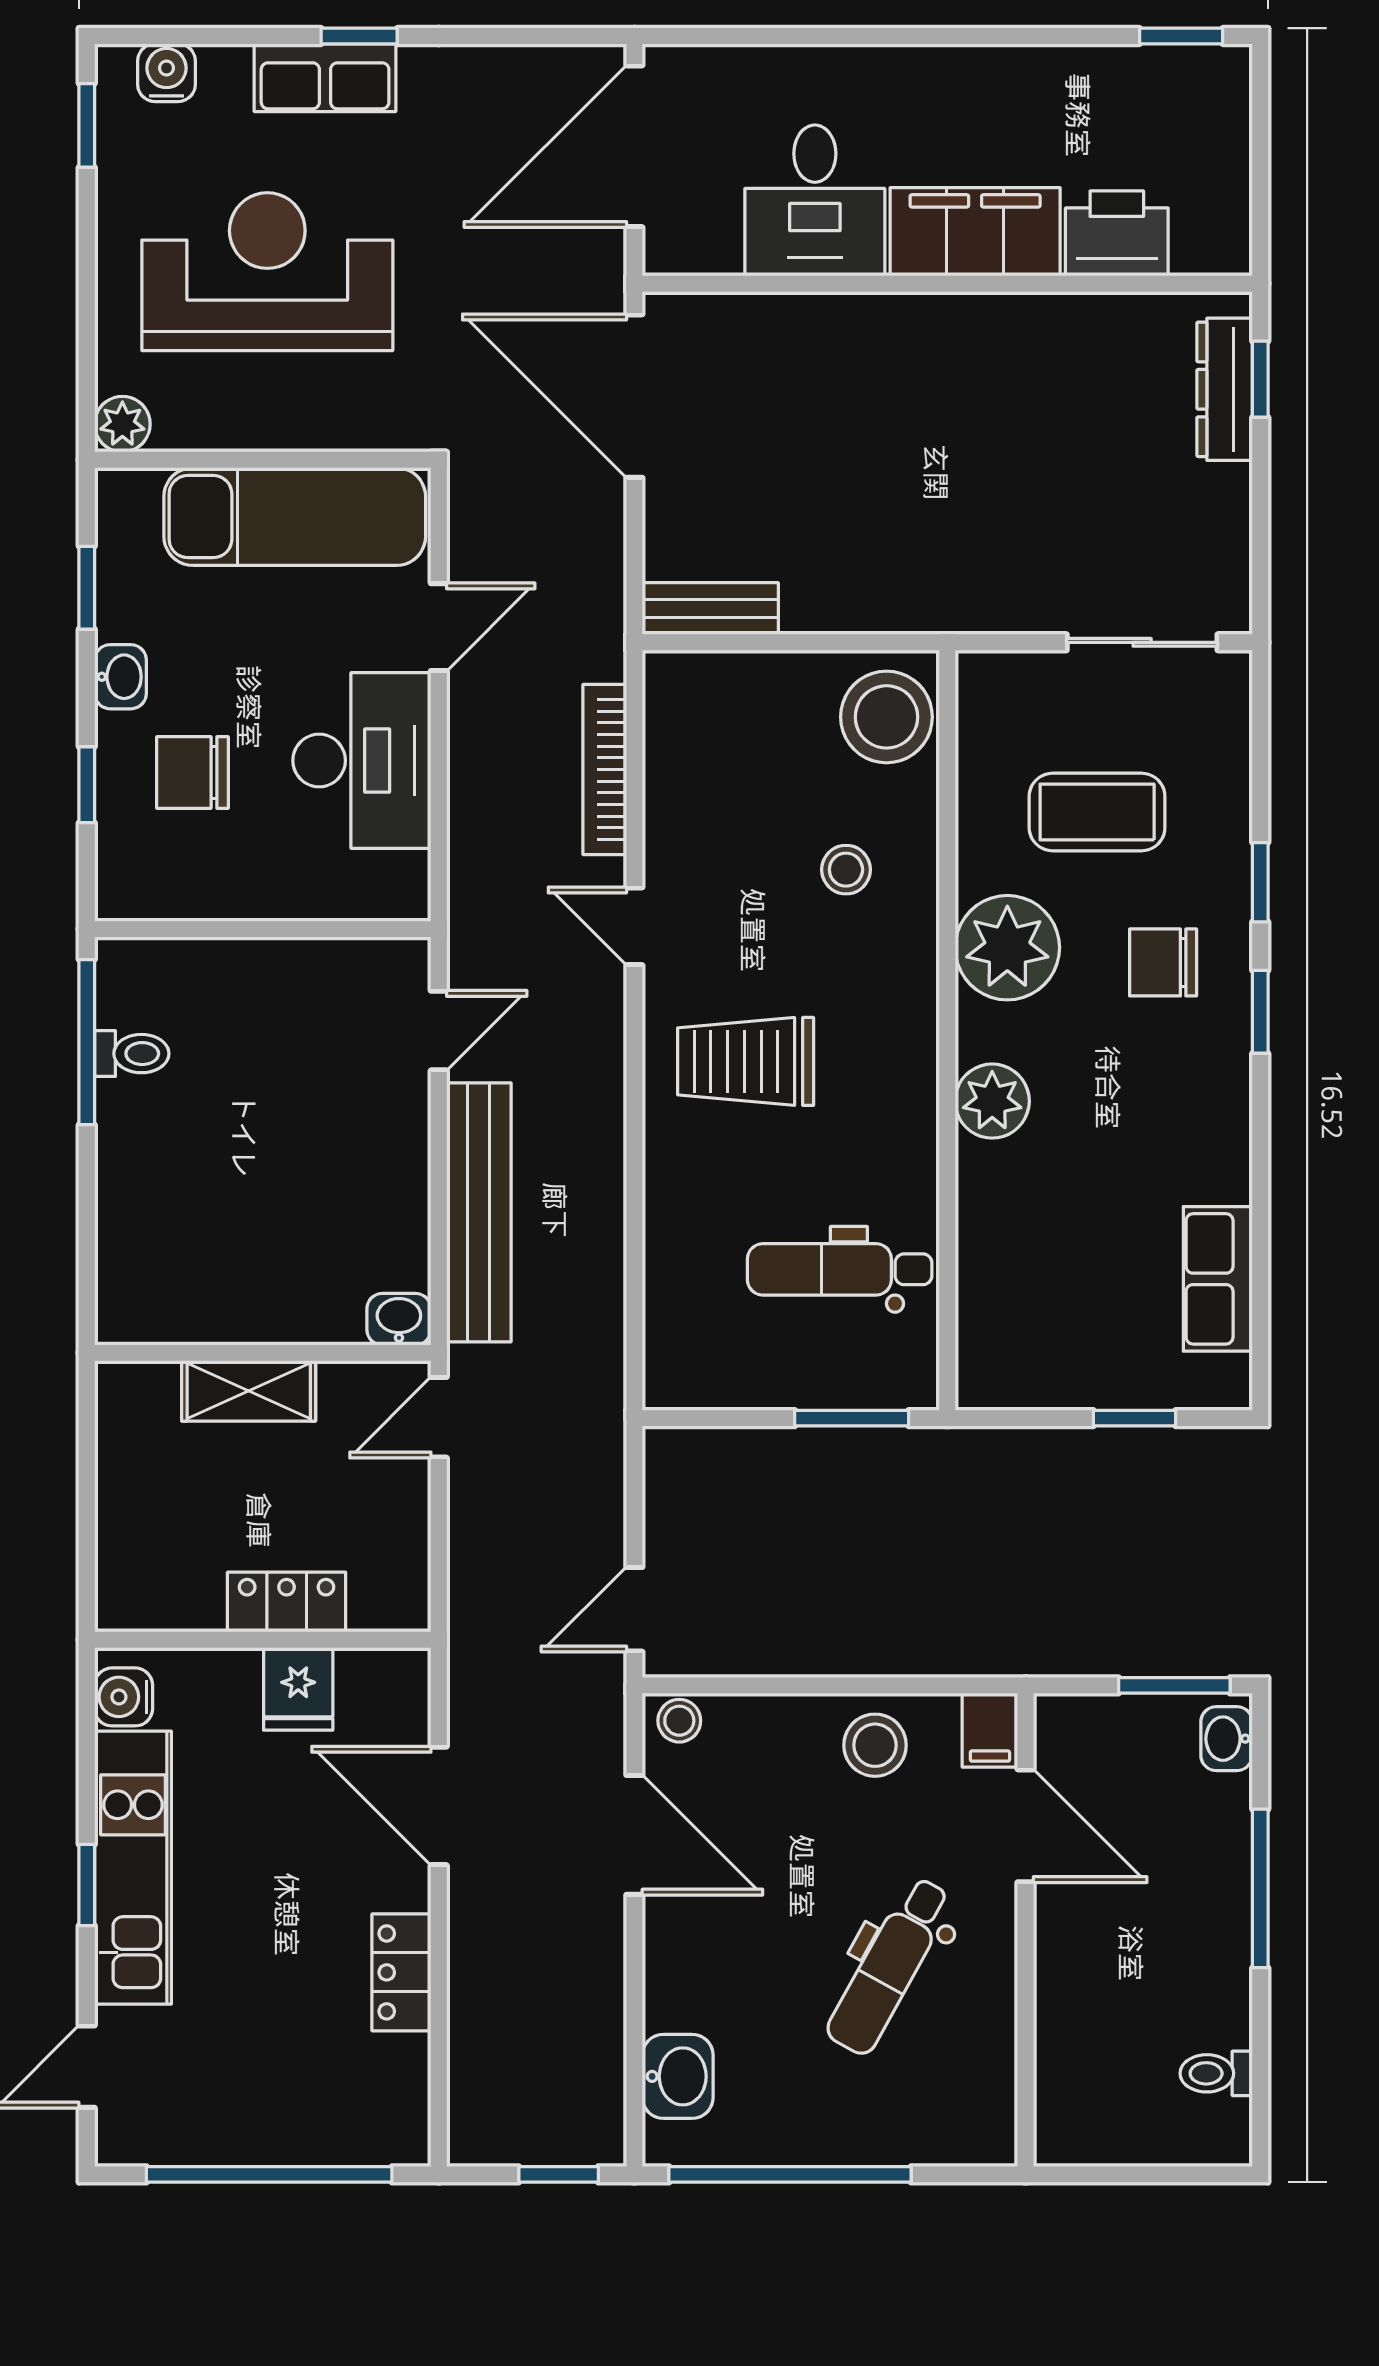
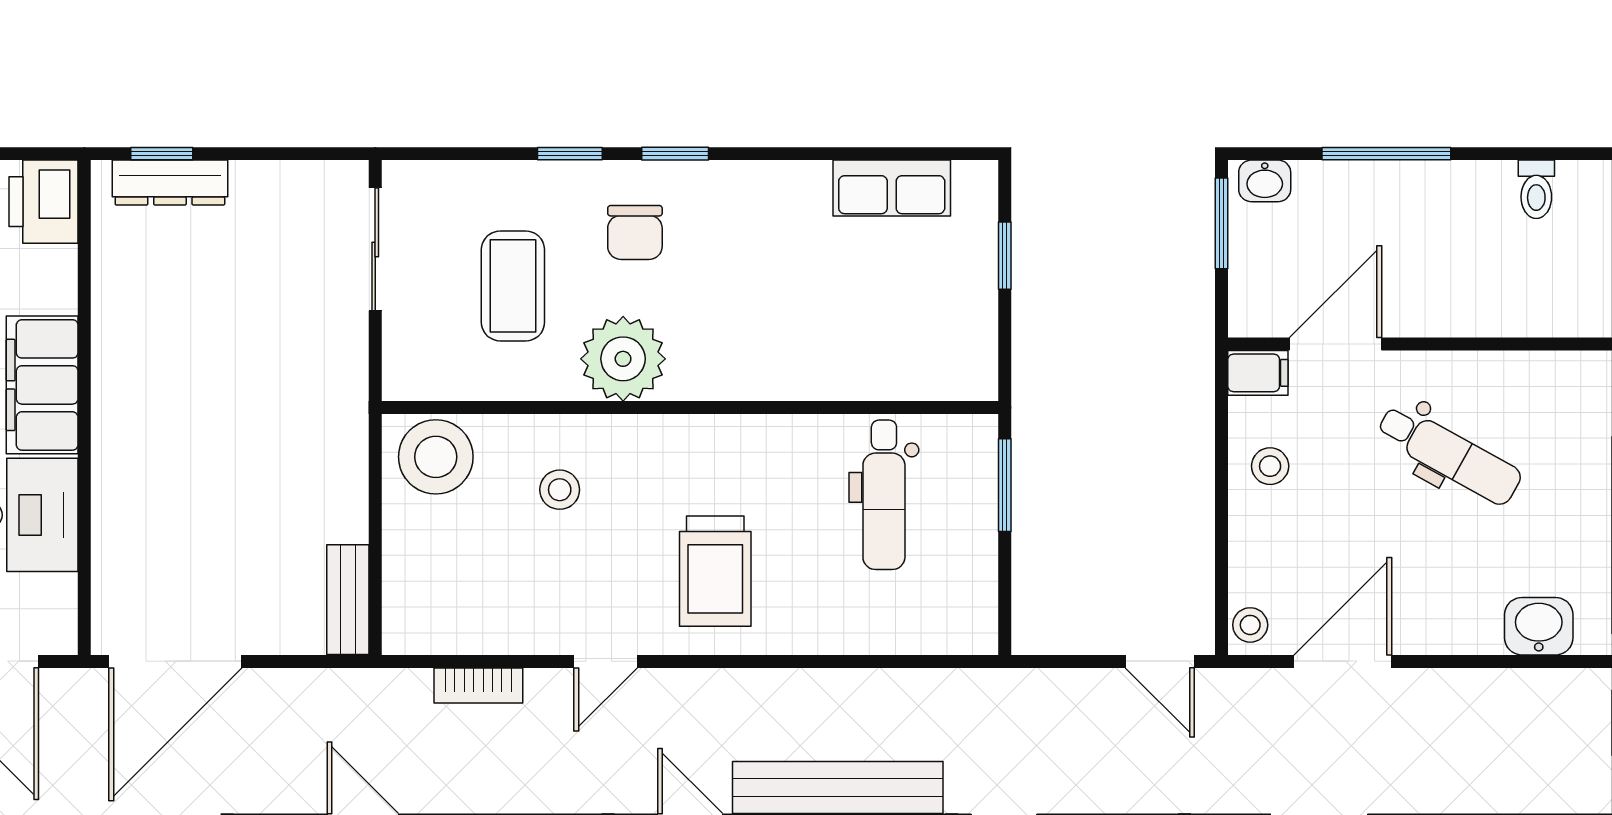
printer: (1117, 233) -> (43, 202), moved
bookcase: (605, 769) -> (478, 685), width x0.64
plant: (992, 1101) -> (747, 371), removed
stool: (875, 1745) -> (1270, 466), width x0.73, depth x0.73

